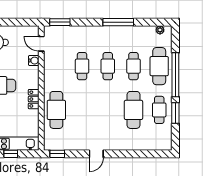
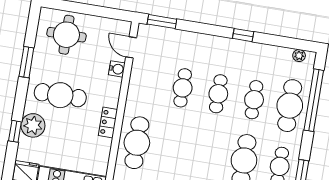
window: (118, 22) -> (243, 35), width x0.46
window: (175, 75) -> (314, 100), moved

